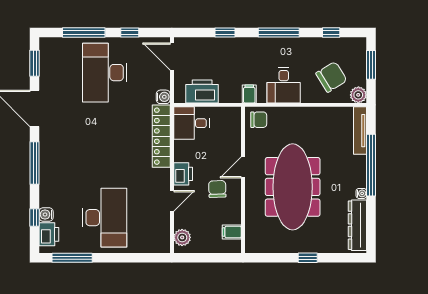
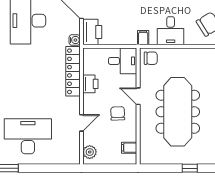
printer: (202, 91) -> (92, 32), moved, turned 90
desk: (191, 123) -> (123, 61), moved, turned 180
door: (243, 167) -> (138, 96), hinge flipped
printer: (183, 174) -> (90, 84), moved
desk: (105, 218) -> (28, 136), turned -90

